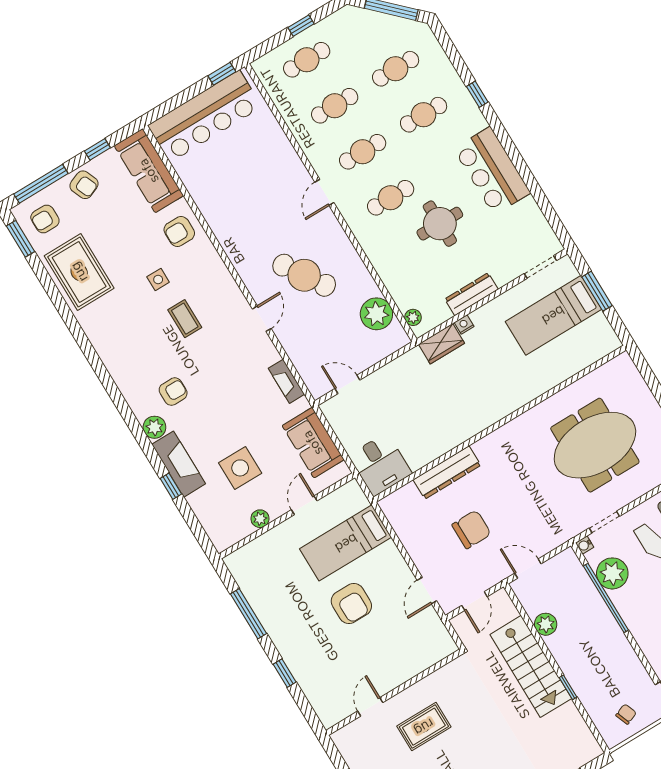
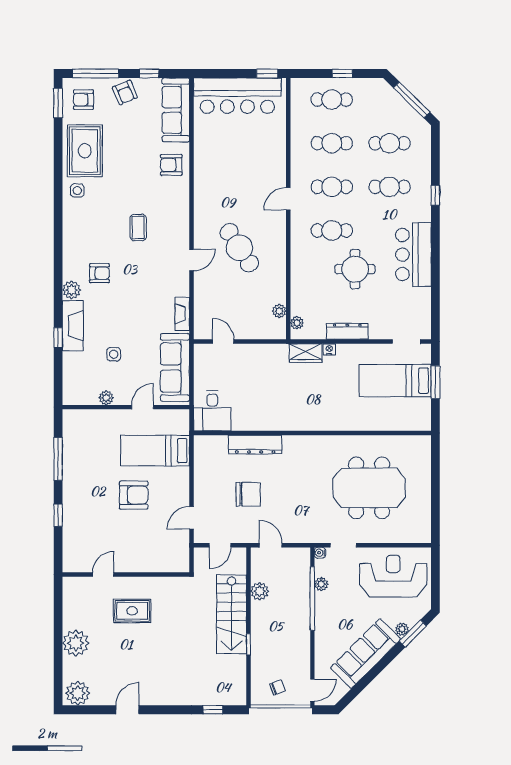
side table: (158, 280) -> (77, 190), moved
plant: (376, 314) -> (279, 311), width x0.53, depth x0.53
sofa: (313, 443) -> (175, 368), width x1.36
side table: (240, 468) -> (114, 354), width x0.54, depth x0.54
plant: (612, 573) -> (321, 584), width x0.53, depth x0.53
armchair: (351, 604) -> (134, 495), turned -90

